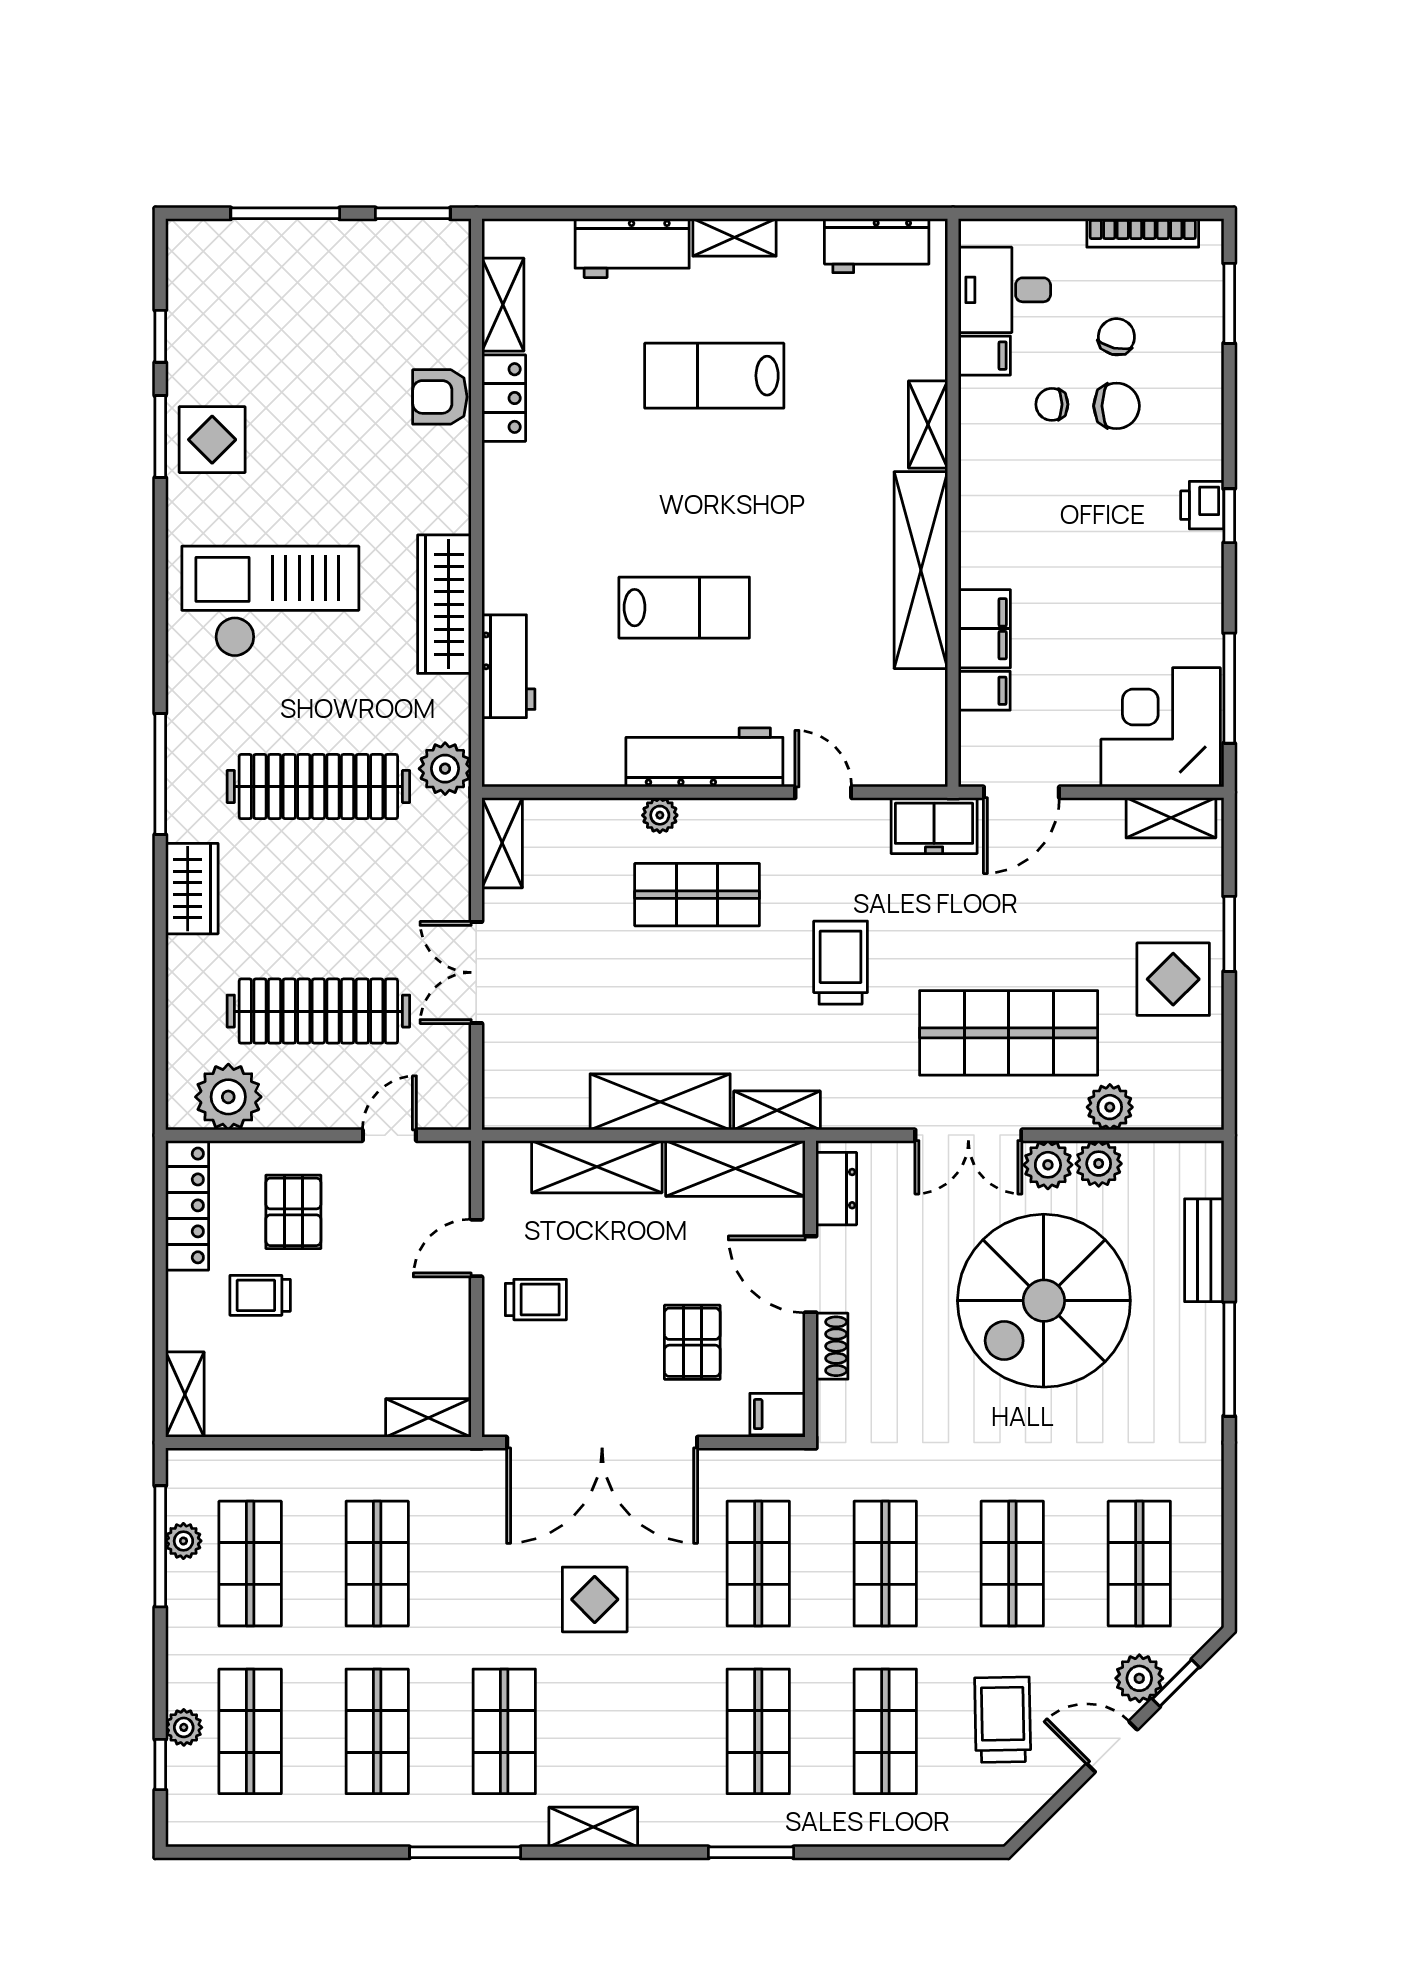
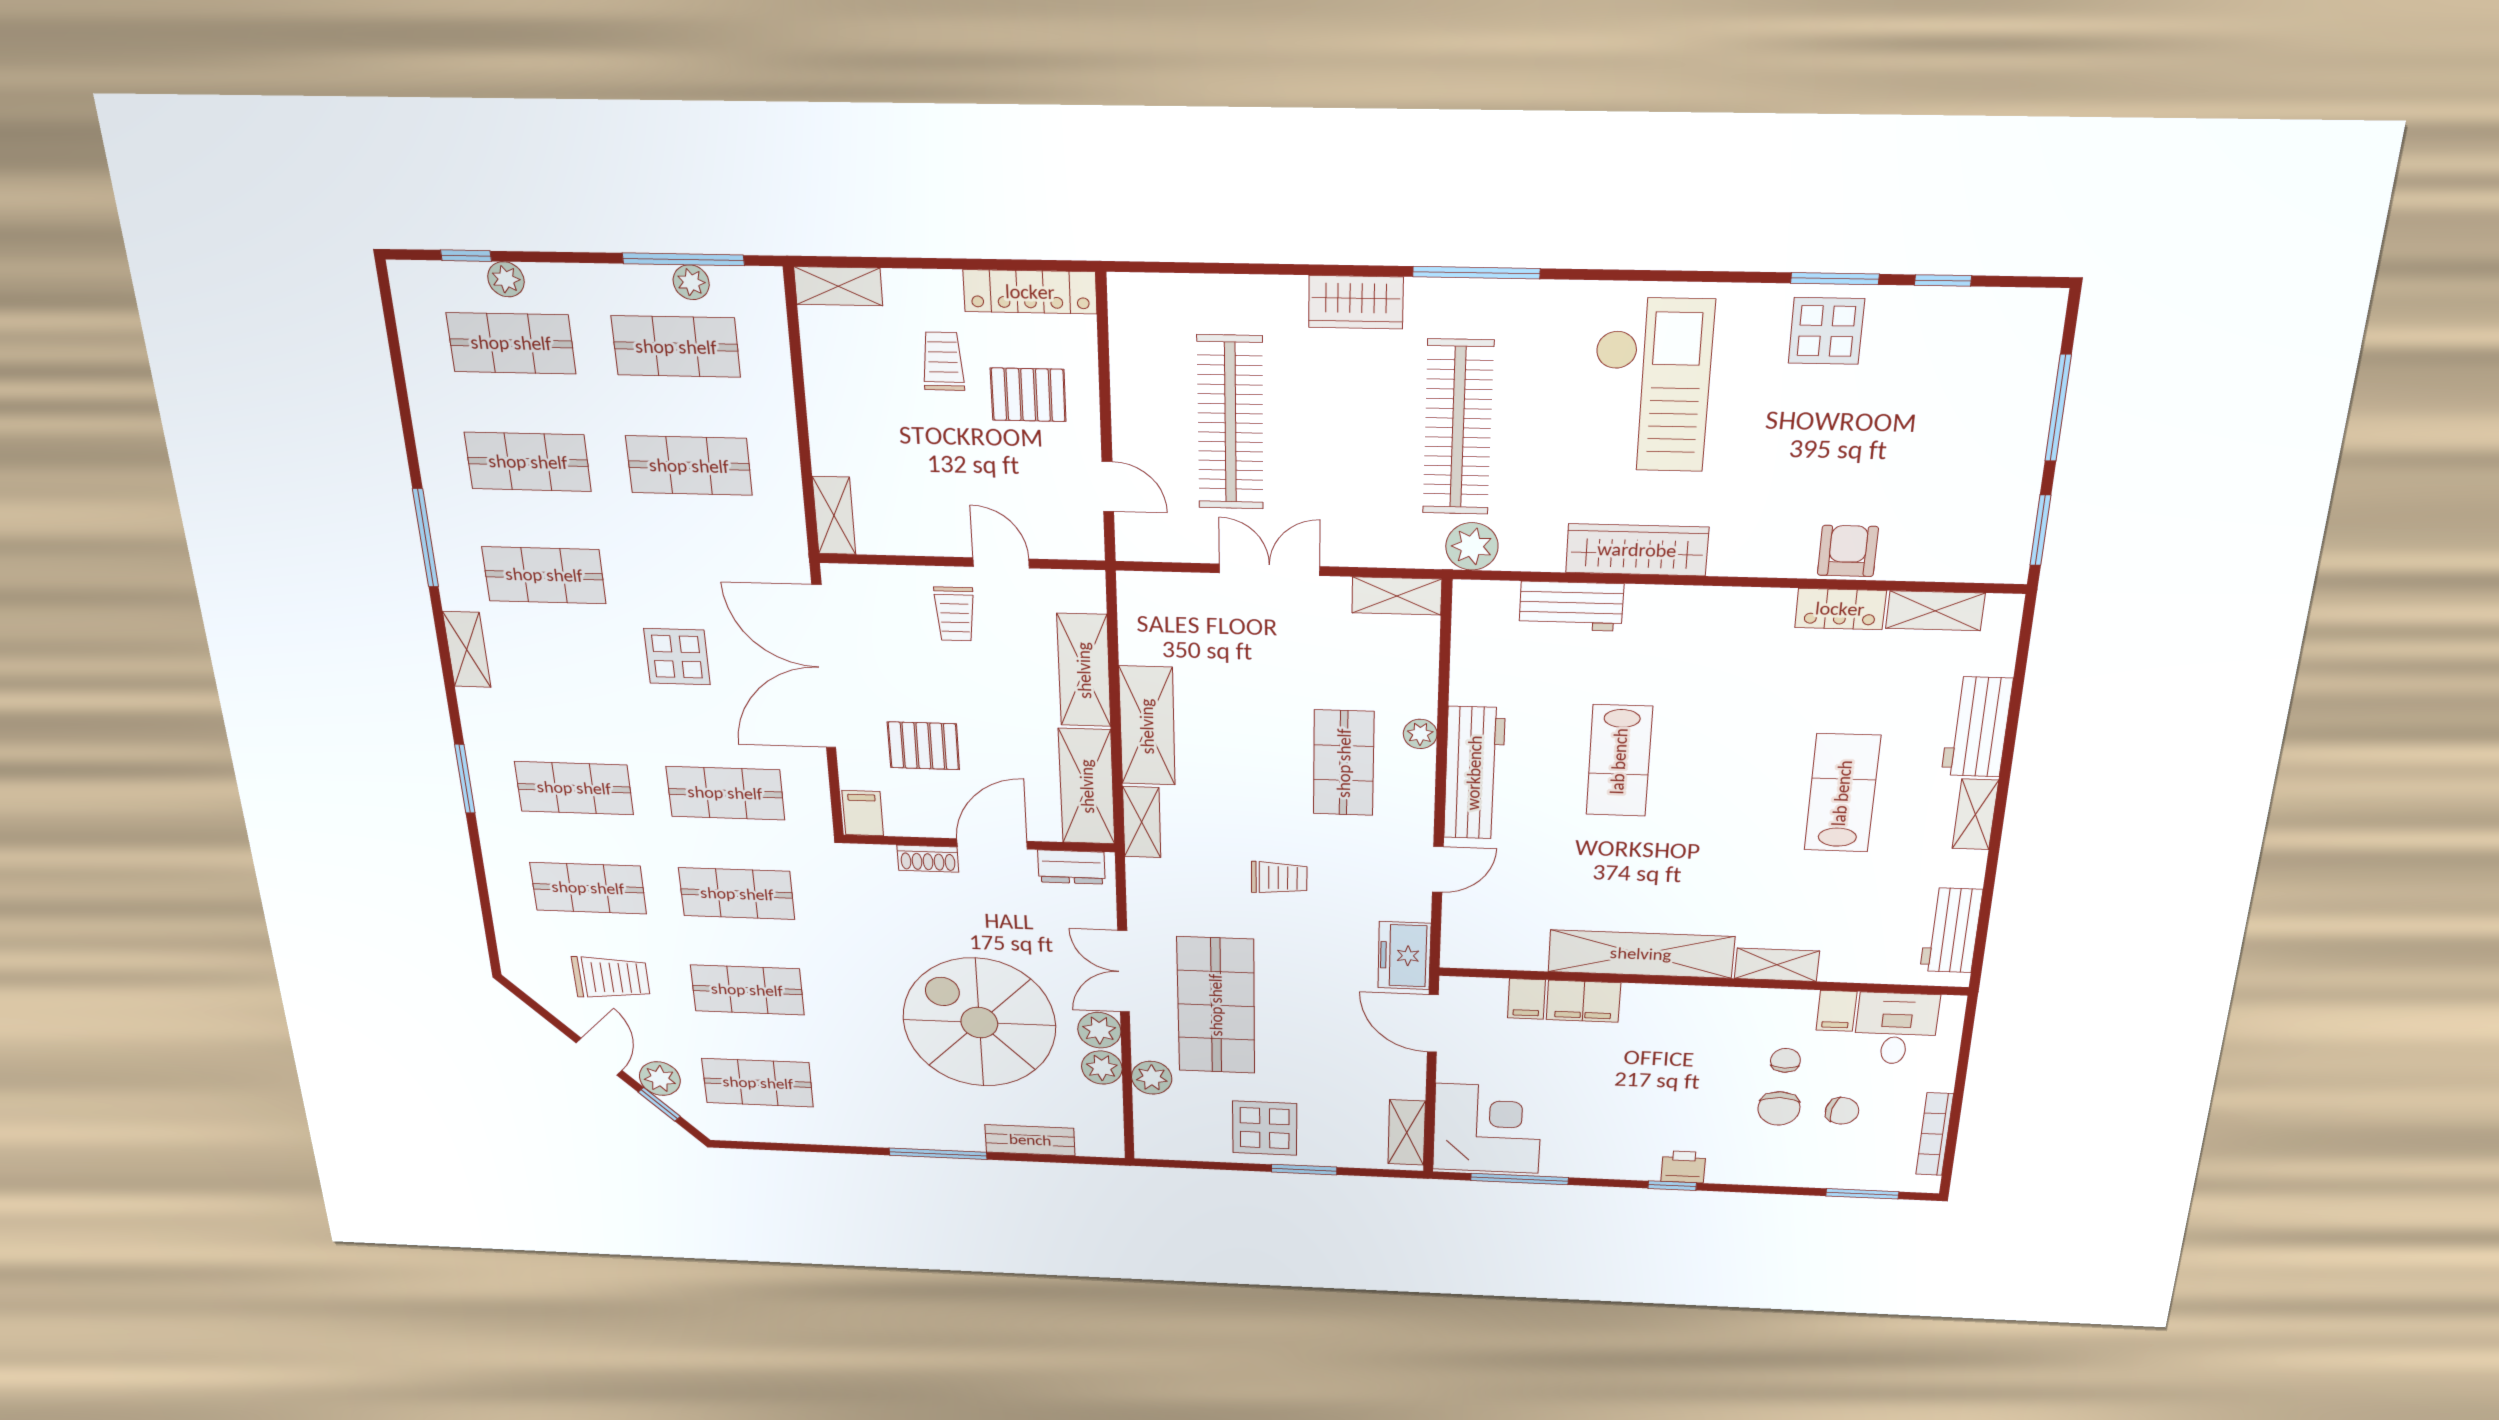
trolley: (841, 963) -> (1279, 878), width x0.73, depth x0.72
plant: (228, 1097) -> (1142, 334), removed

